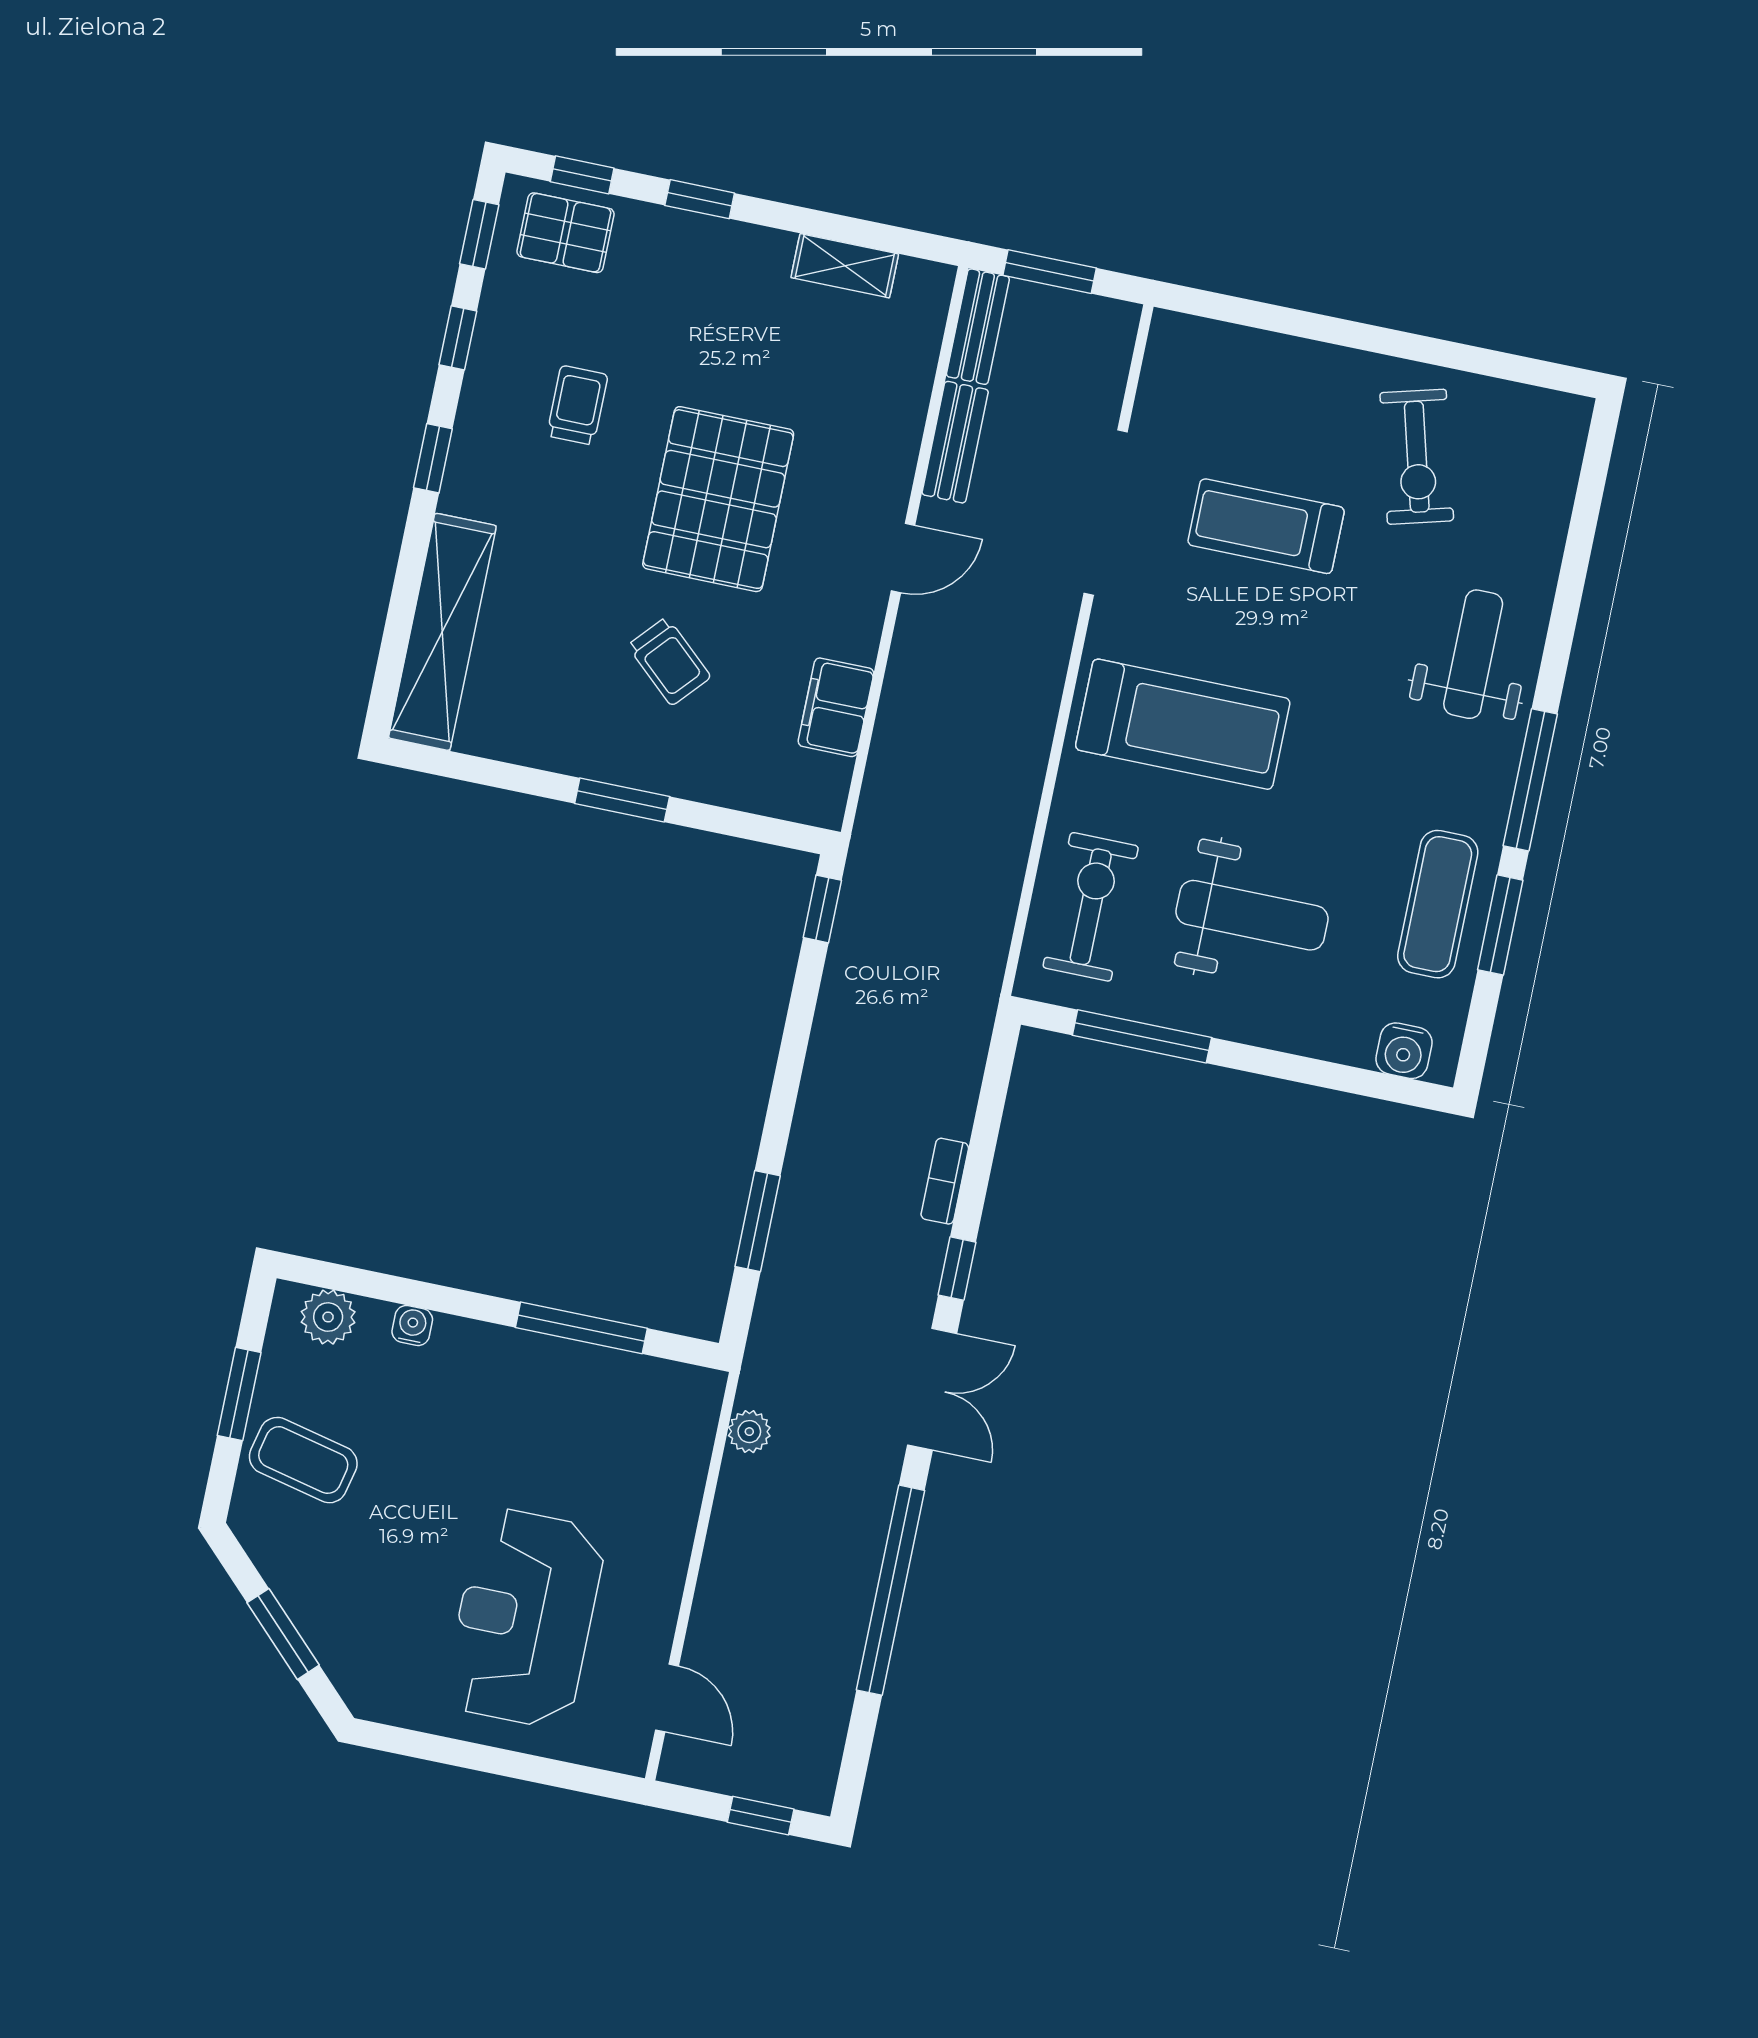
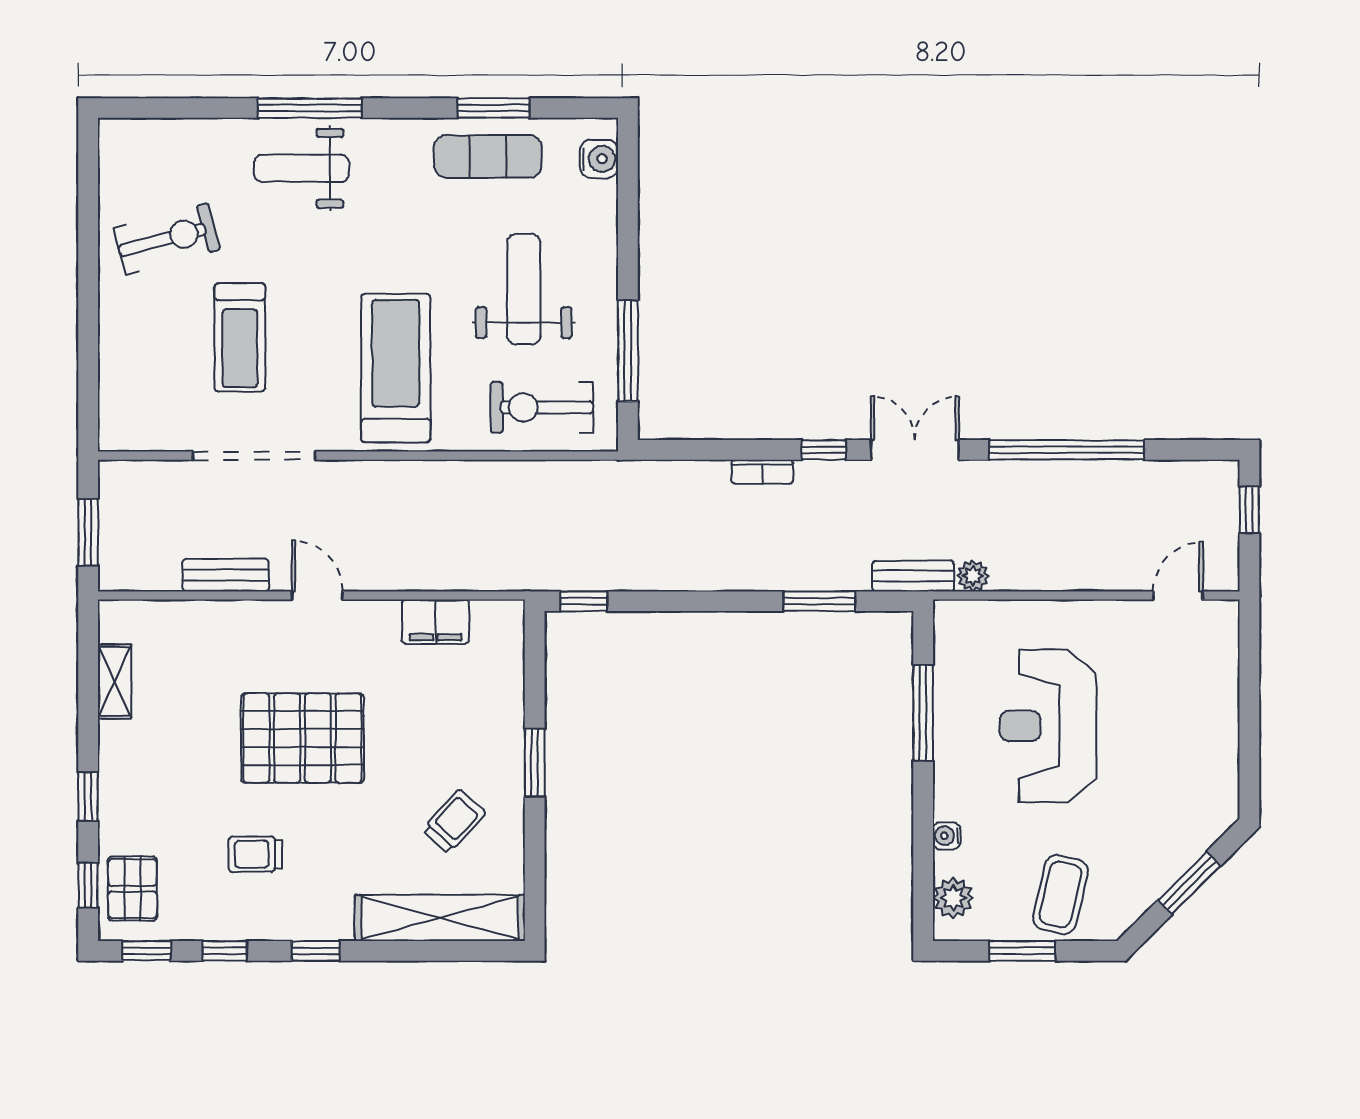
bench: (978, 327) -> (913, 576), moved
trolley: (669, 661) -> (454, 822), moved
window: (1530, 780) -> (310, 108), moved
reception desk: (525, 1618) -> (1048, 726), moved, turned 90

